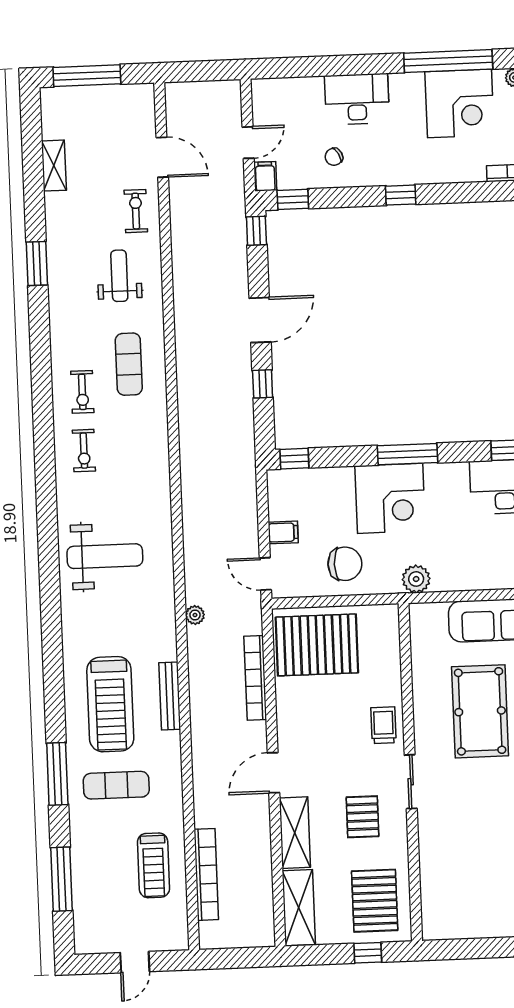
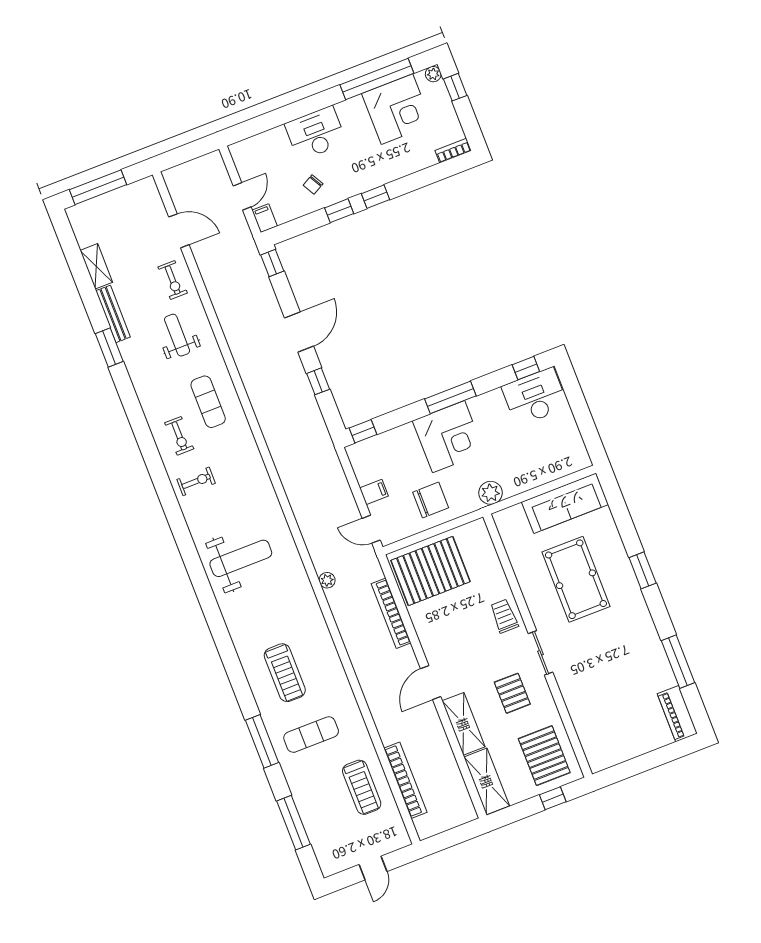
window: (293, 199) -> (339, 211), moved
exercise bike: (136, 211) -> (173, 280), turned 180
exercise bike: (84, 451) -> (196, 481), turned -90
bench: (170, 696) -> (113, 314), moved
treadmill: (110, 704) -> (285, 673), width x0.73, depth x0.73

